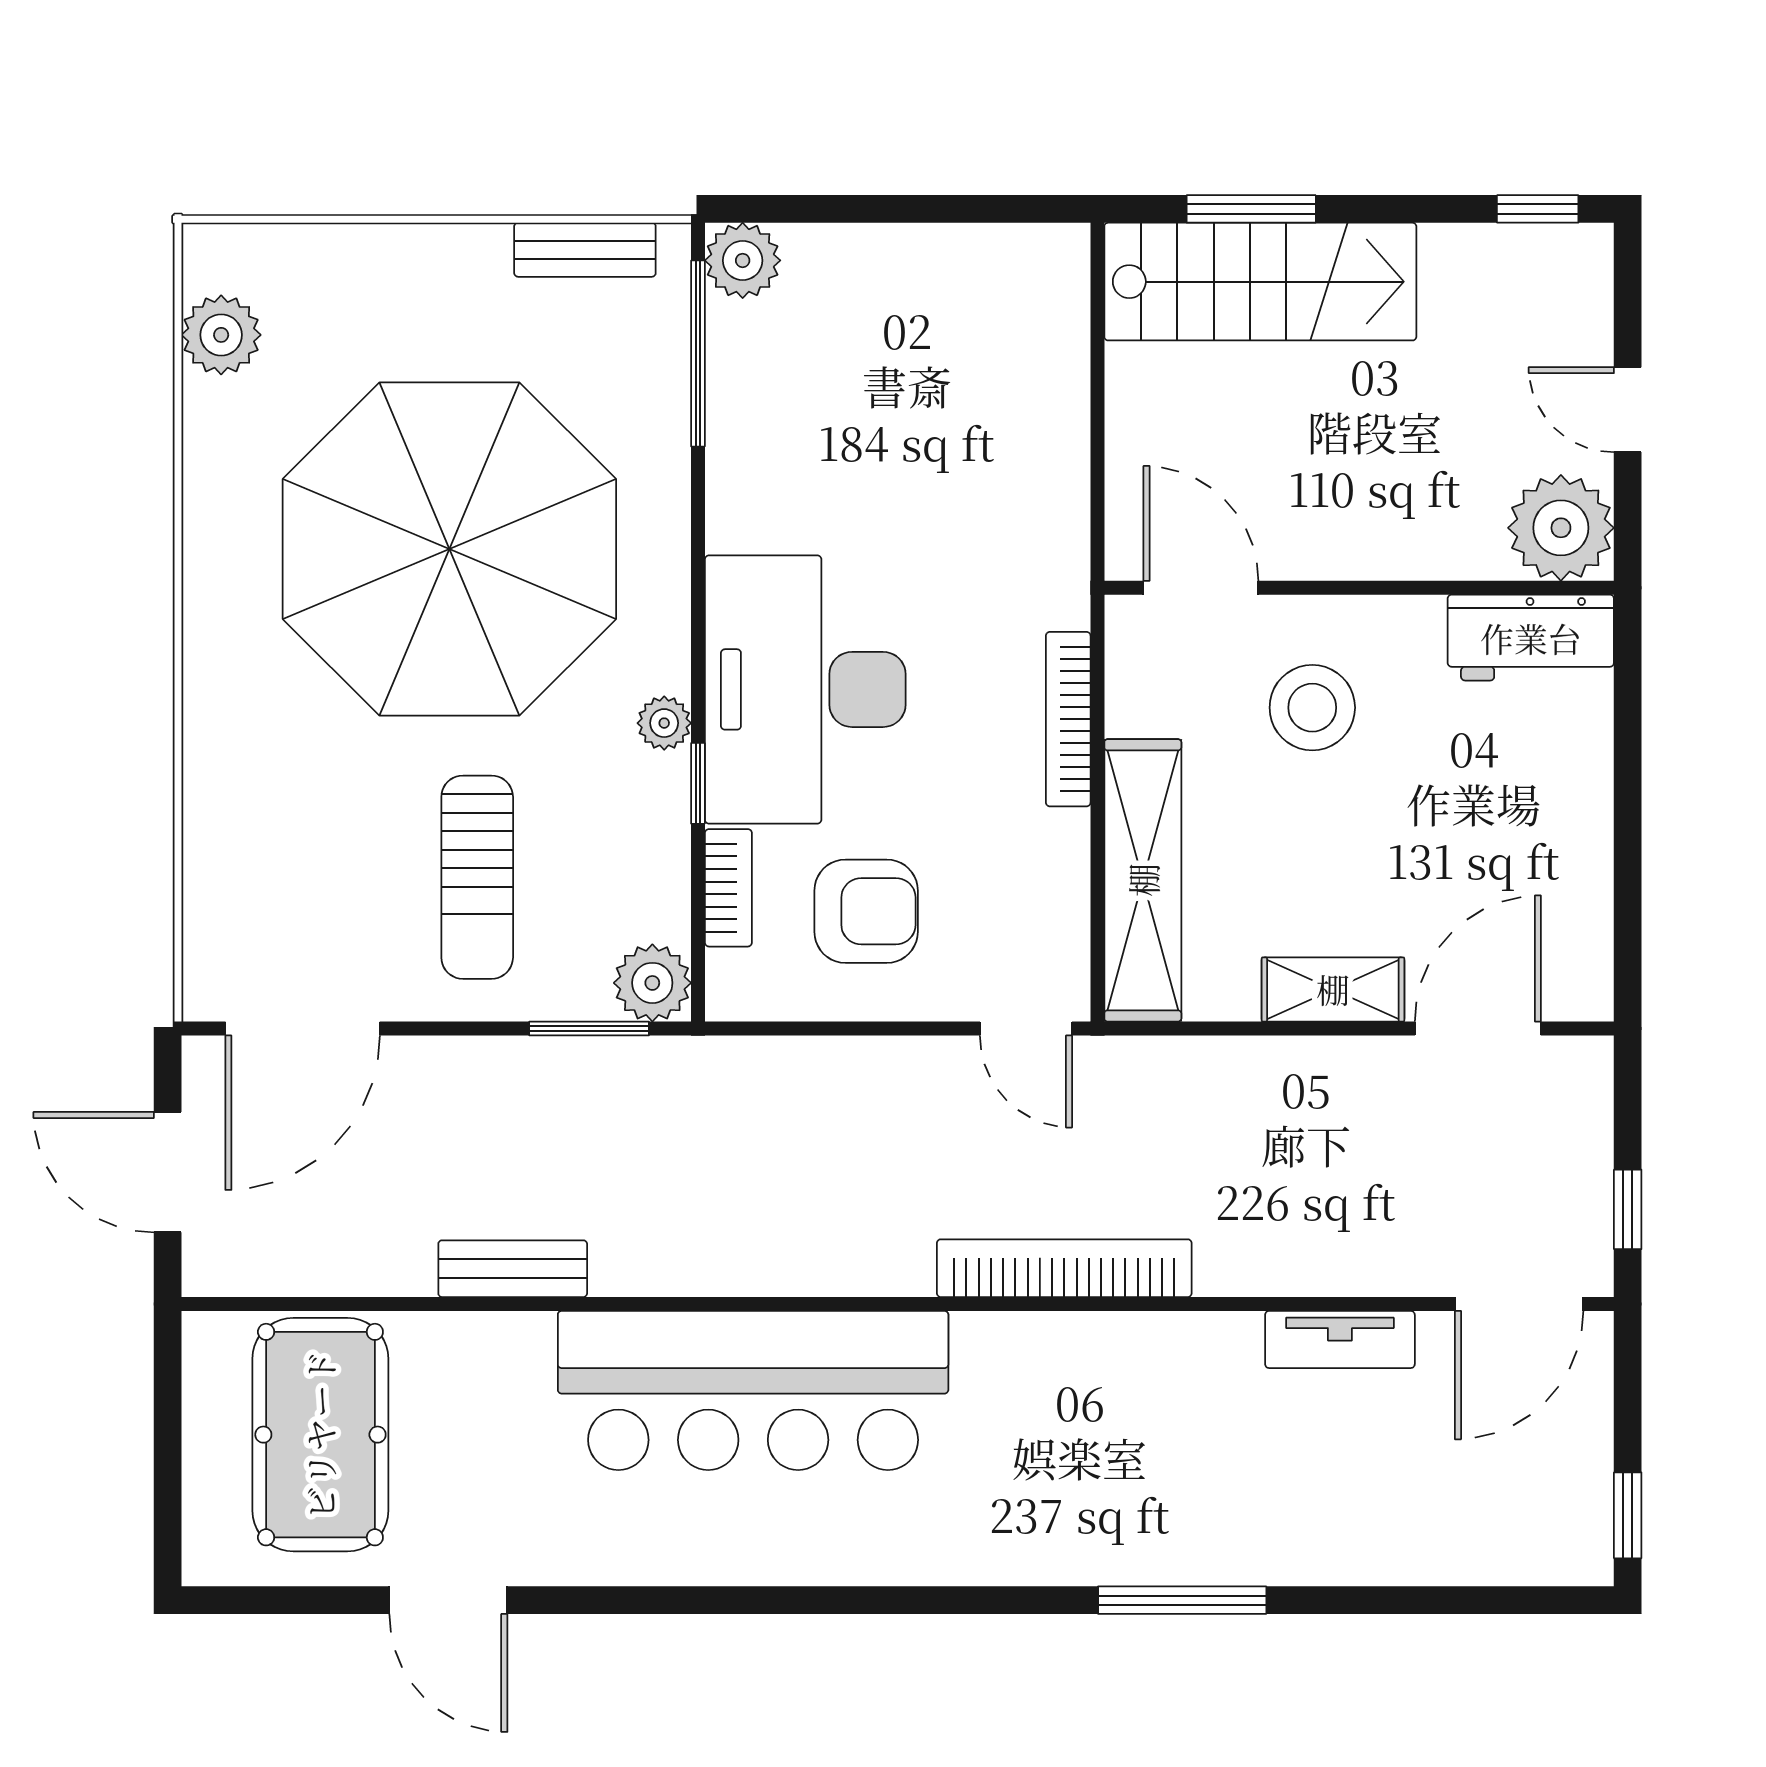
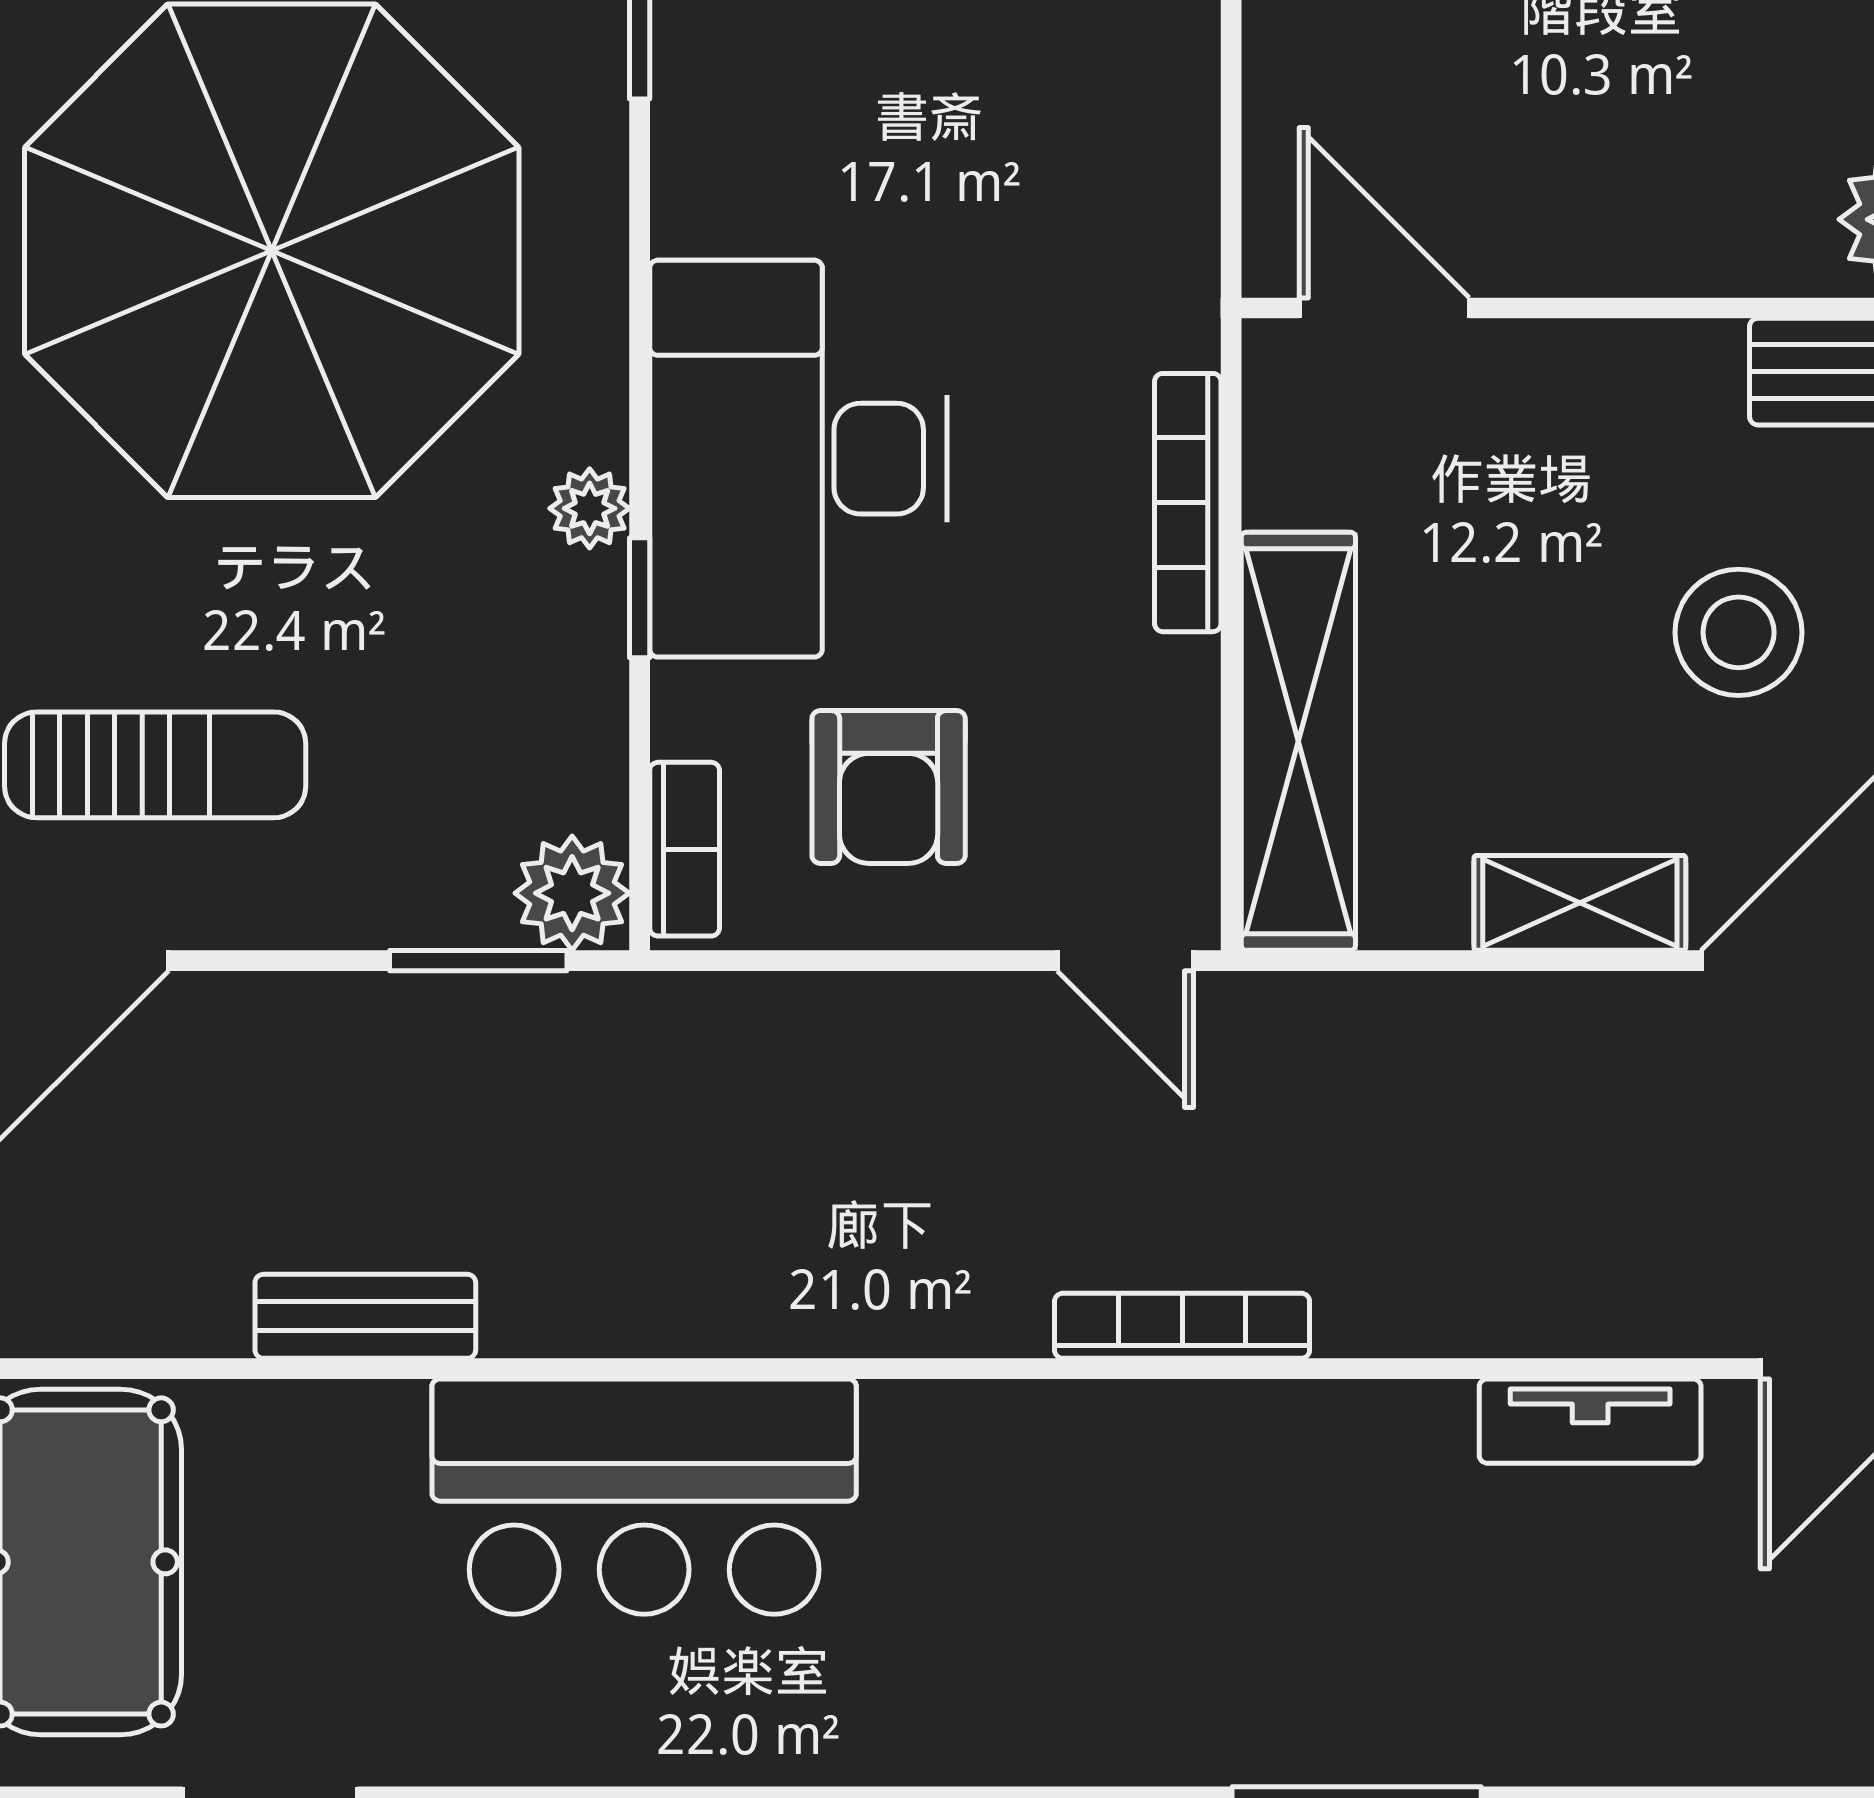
stool: (1312, 708) -> (1739, 632), moved
sun lounger: (477, 877) -> (155, 765), moved, turned -90
bookcase: (728, 888) -> (685, 849), moved
armchair: (866, 911) -> (889, 787), turned 90
bookcase: (1064, 1268) -> (1182, 1326), width x0.68, depth x0.76
bar counter: (753, 1390) -> (644, 1497), width x0.73

